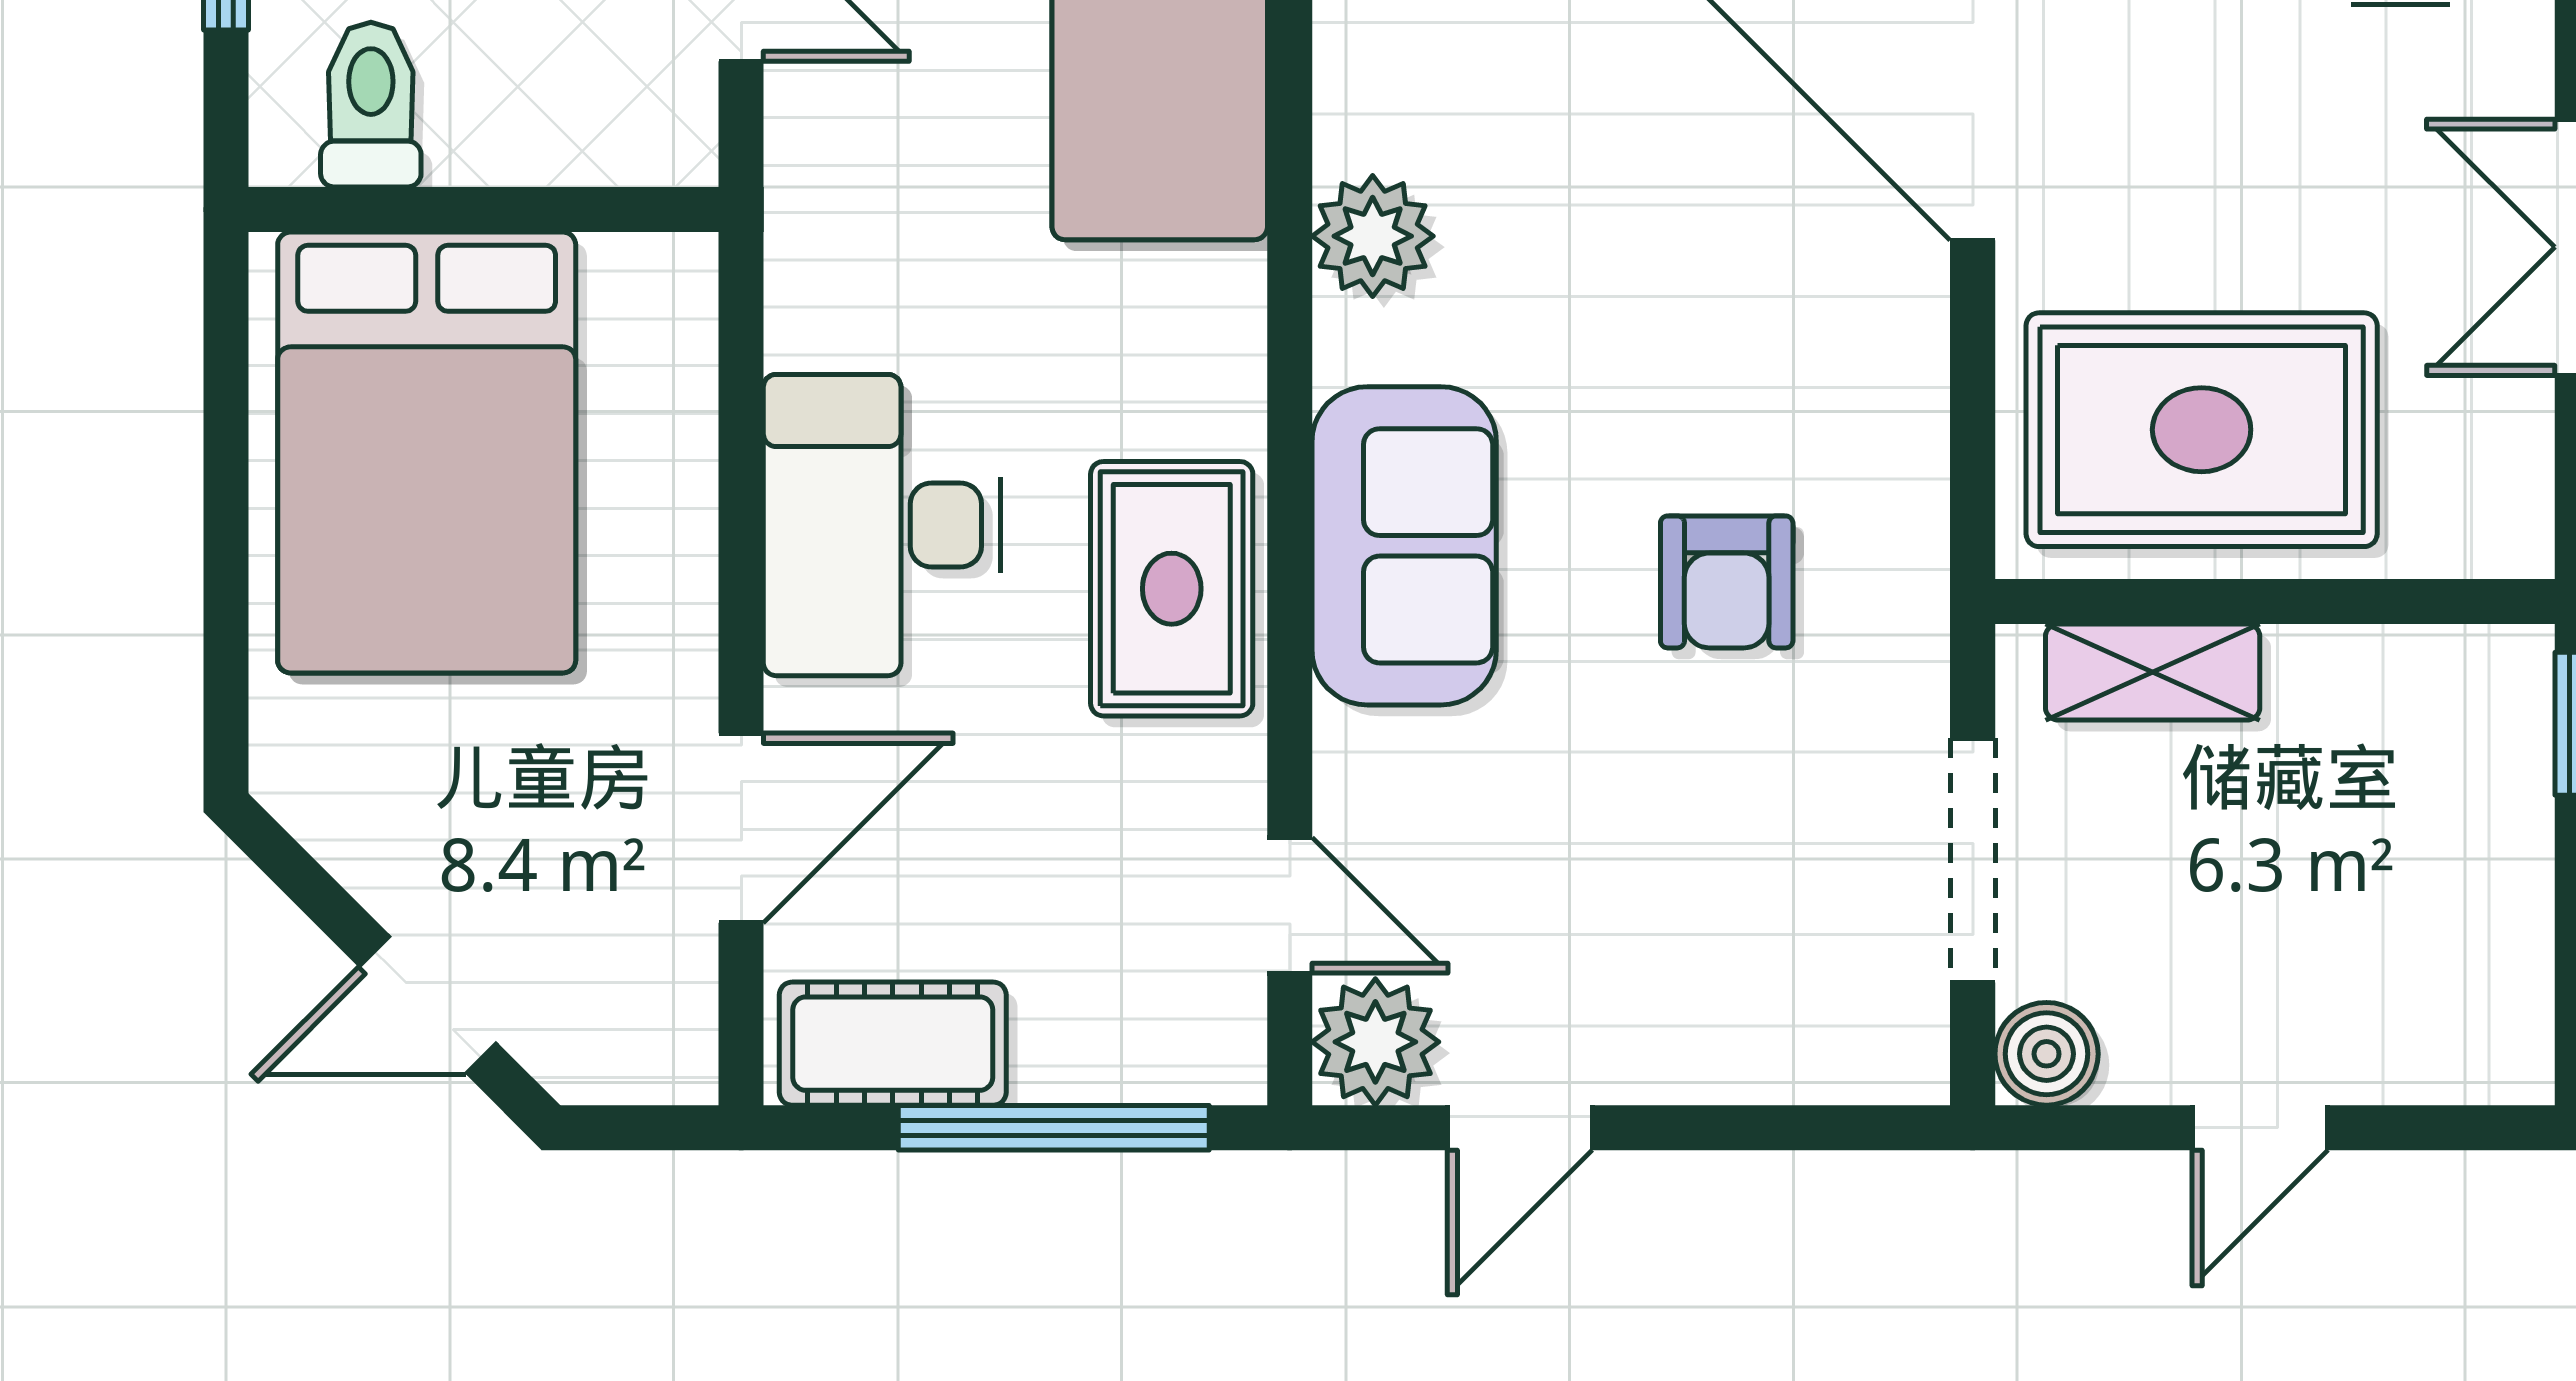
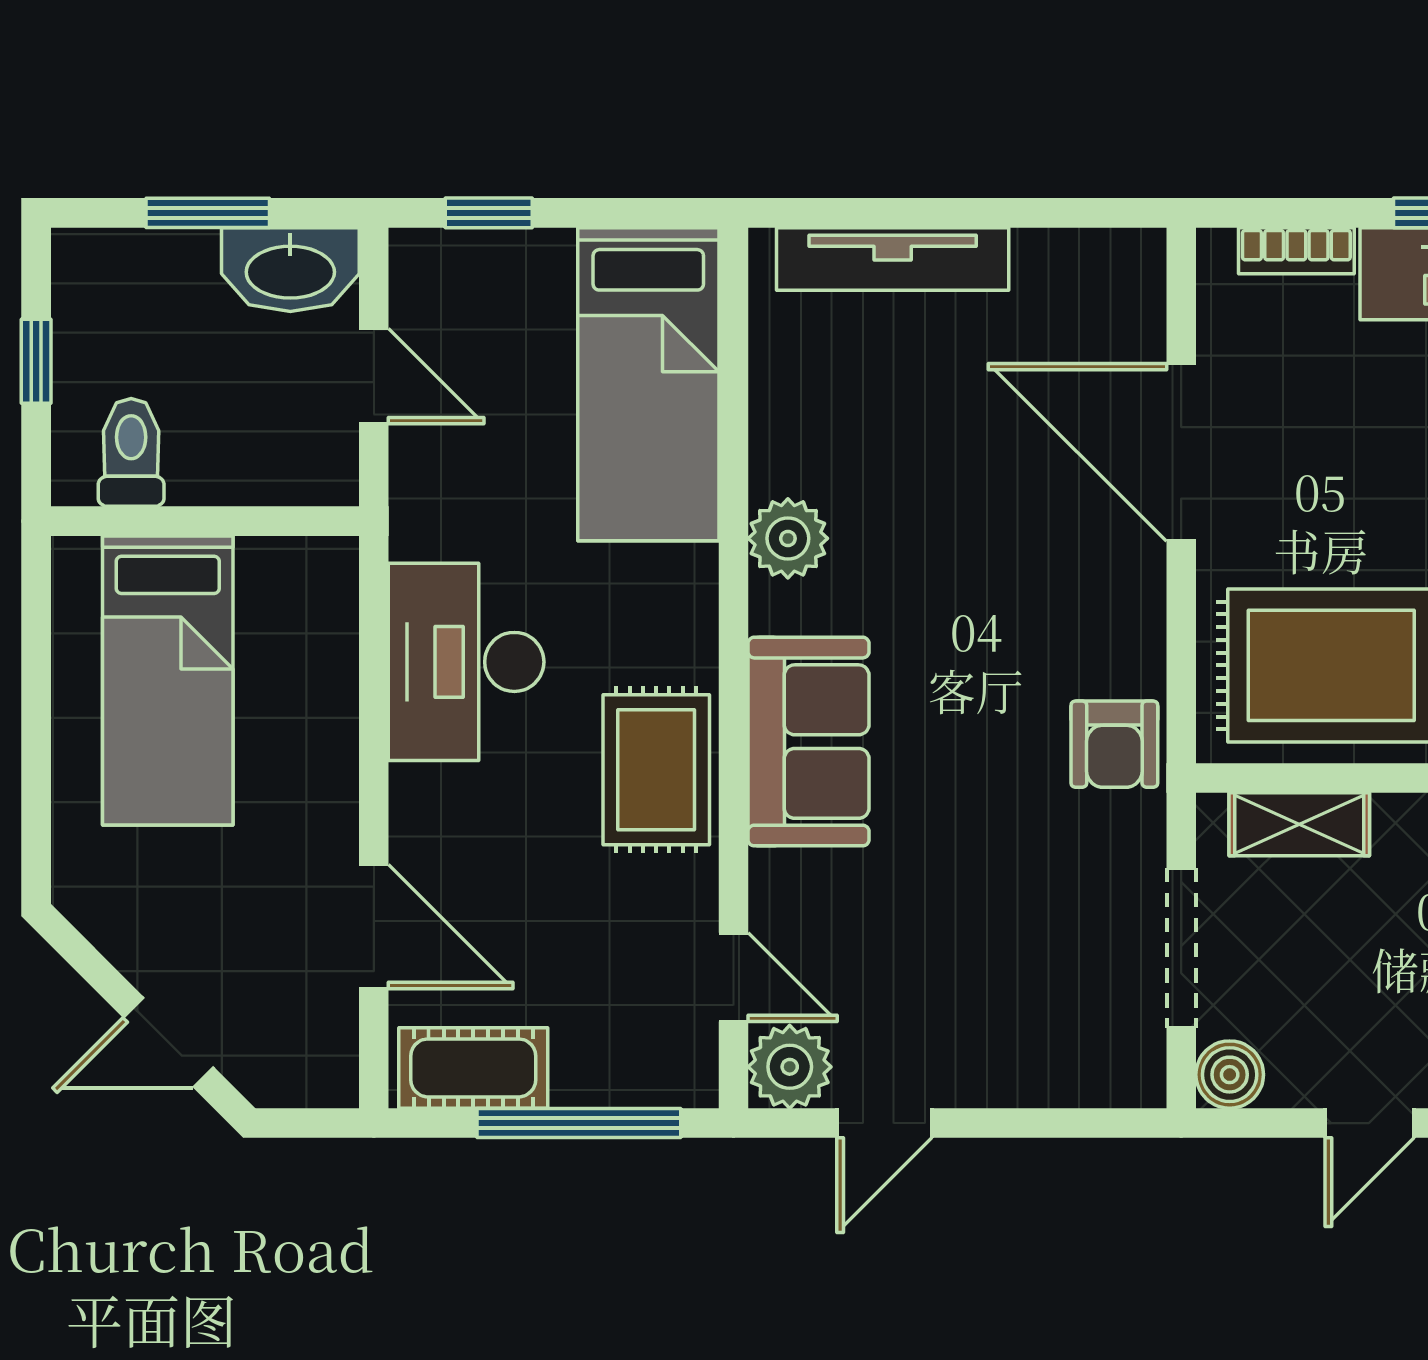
bed: (427, 453) -> (168, 680), width x0.67
desk: (882, 525) -> (466, 662), moved
armchair: (1727, 582) -> (1114, 744), moved
door: (741, 828) -> (374, 927), hinge flipped

